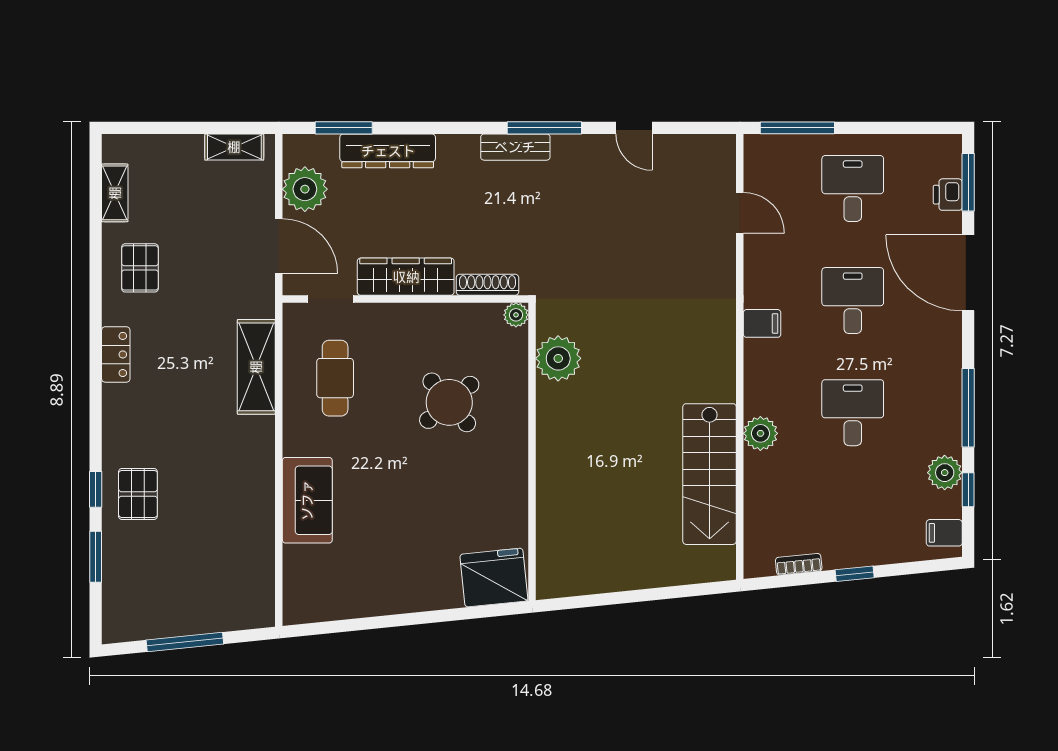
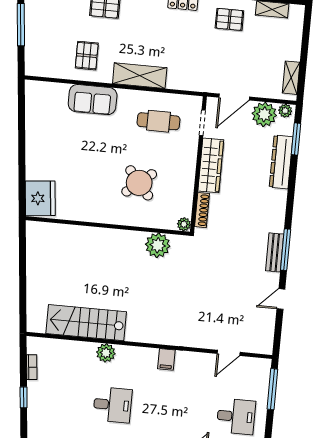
bench: (515, 147) -> (275, 252), moved
plant: (295, 152) -> (285, 111), added
desk: (853, 301) -> (174, 411), removed
shelving: (256, 367) -> (140, 76), moved
pallet: (229, 518) -> (87, 56), added

